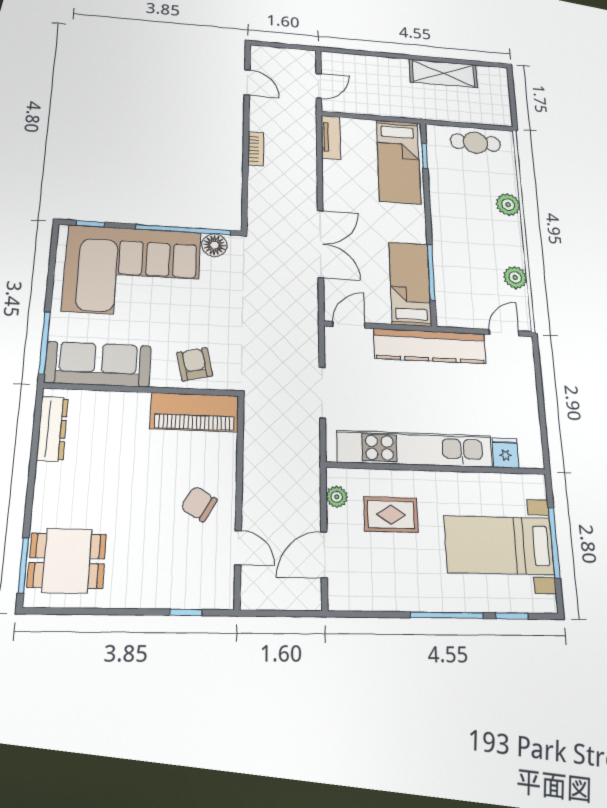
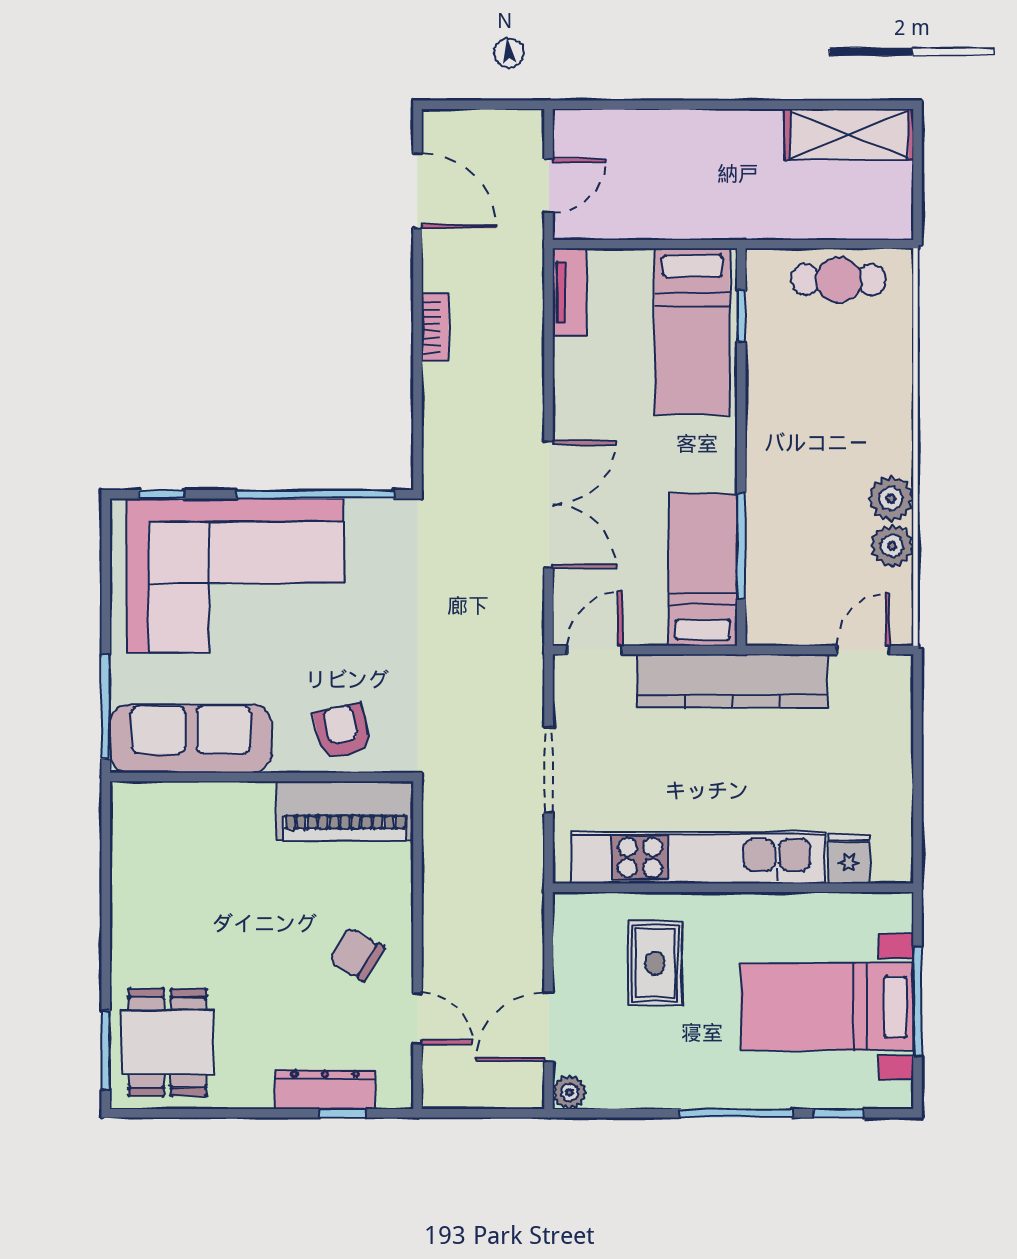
shelving: (443, 73) -> (849, 135), moved
door: (247, 82) -> (417, 191), width x1.37
plant: (508, 205) -> (891, 499), moved
floor lamp: (214, 245) -> (368, 519), removed
dresser: (52, 429) -> (325, 1089), moved, turned -90
plant: (337, 497) -> (570, 1092), moved
rug: (391, 514) -> (655, 963), turned 90
dining table: (67, 561) -> (167, 1042), turned 90

